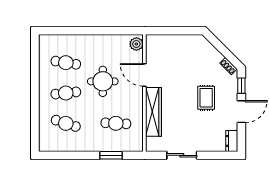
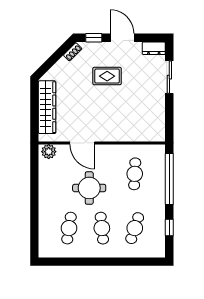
door: (144, 75) -> (82, 143), hinge flipped
wardrobe: (154, 112) -> (47, 107), moved, turned 90
window: (66, 155) -> (169, 227), added
window: (111, 155) -> (169, 179), width x2.11
sliding door: (182, 155) -> (169, 77), moved

